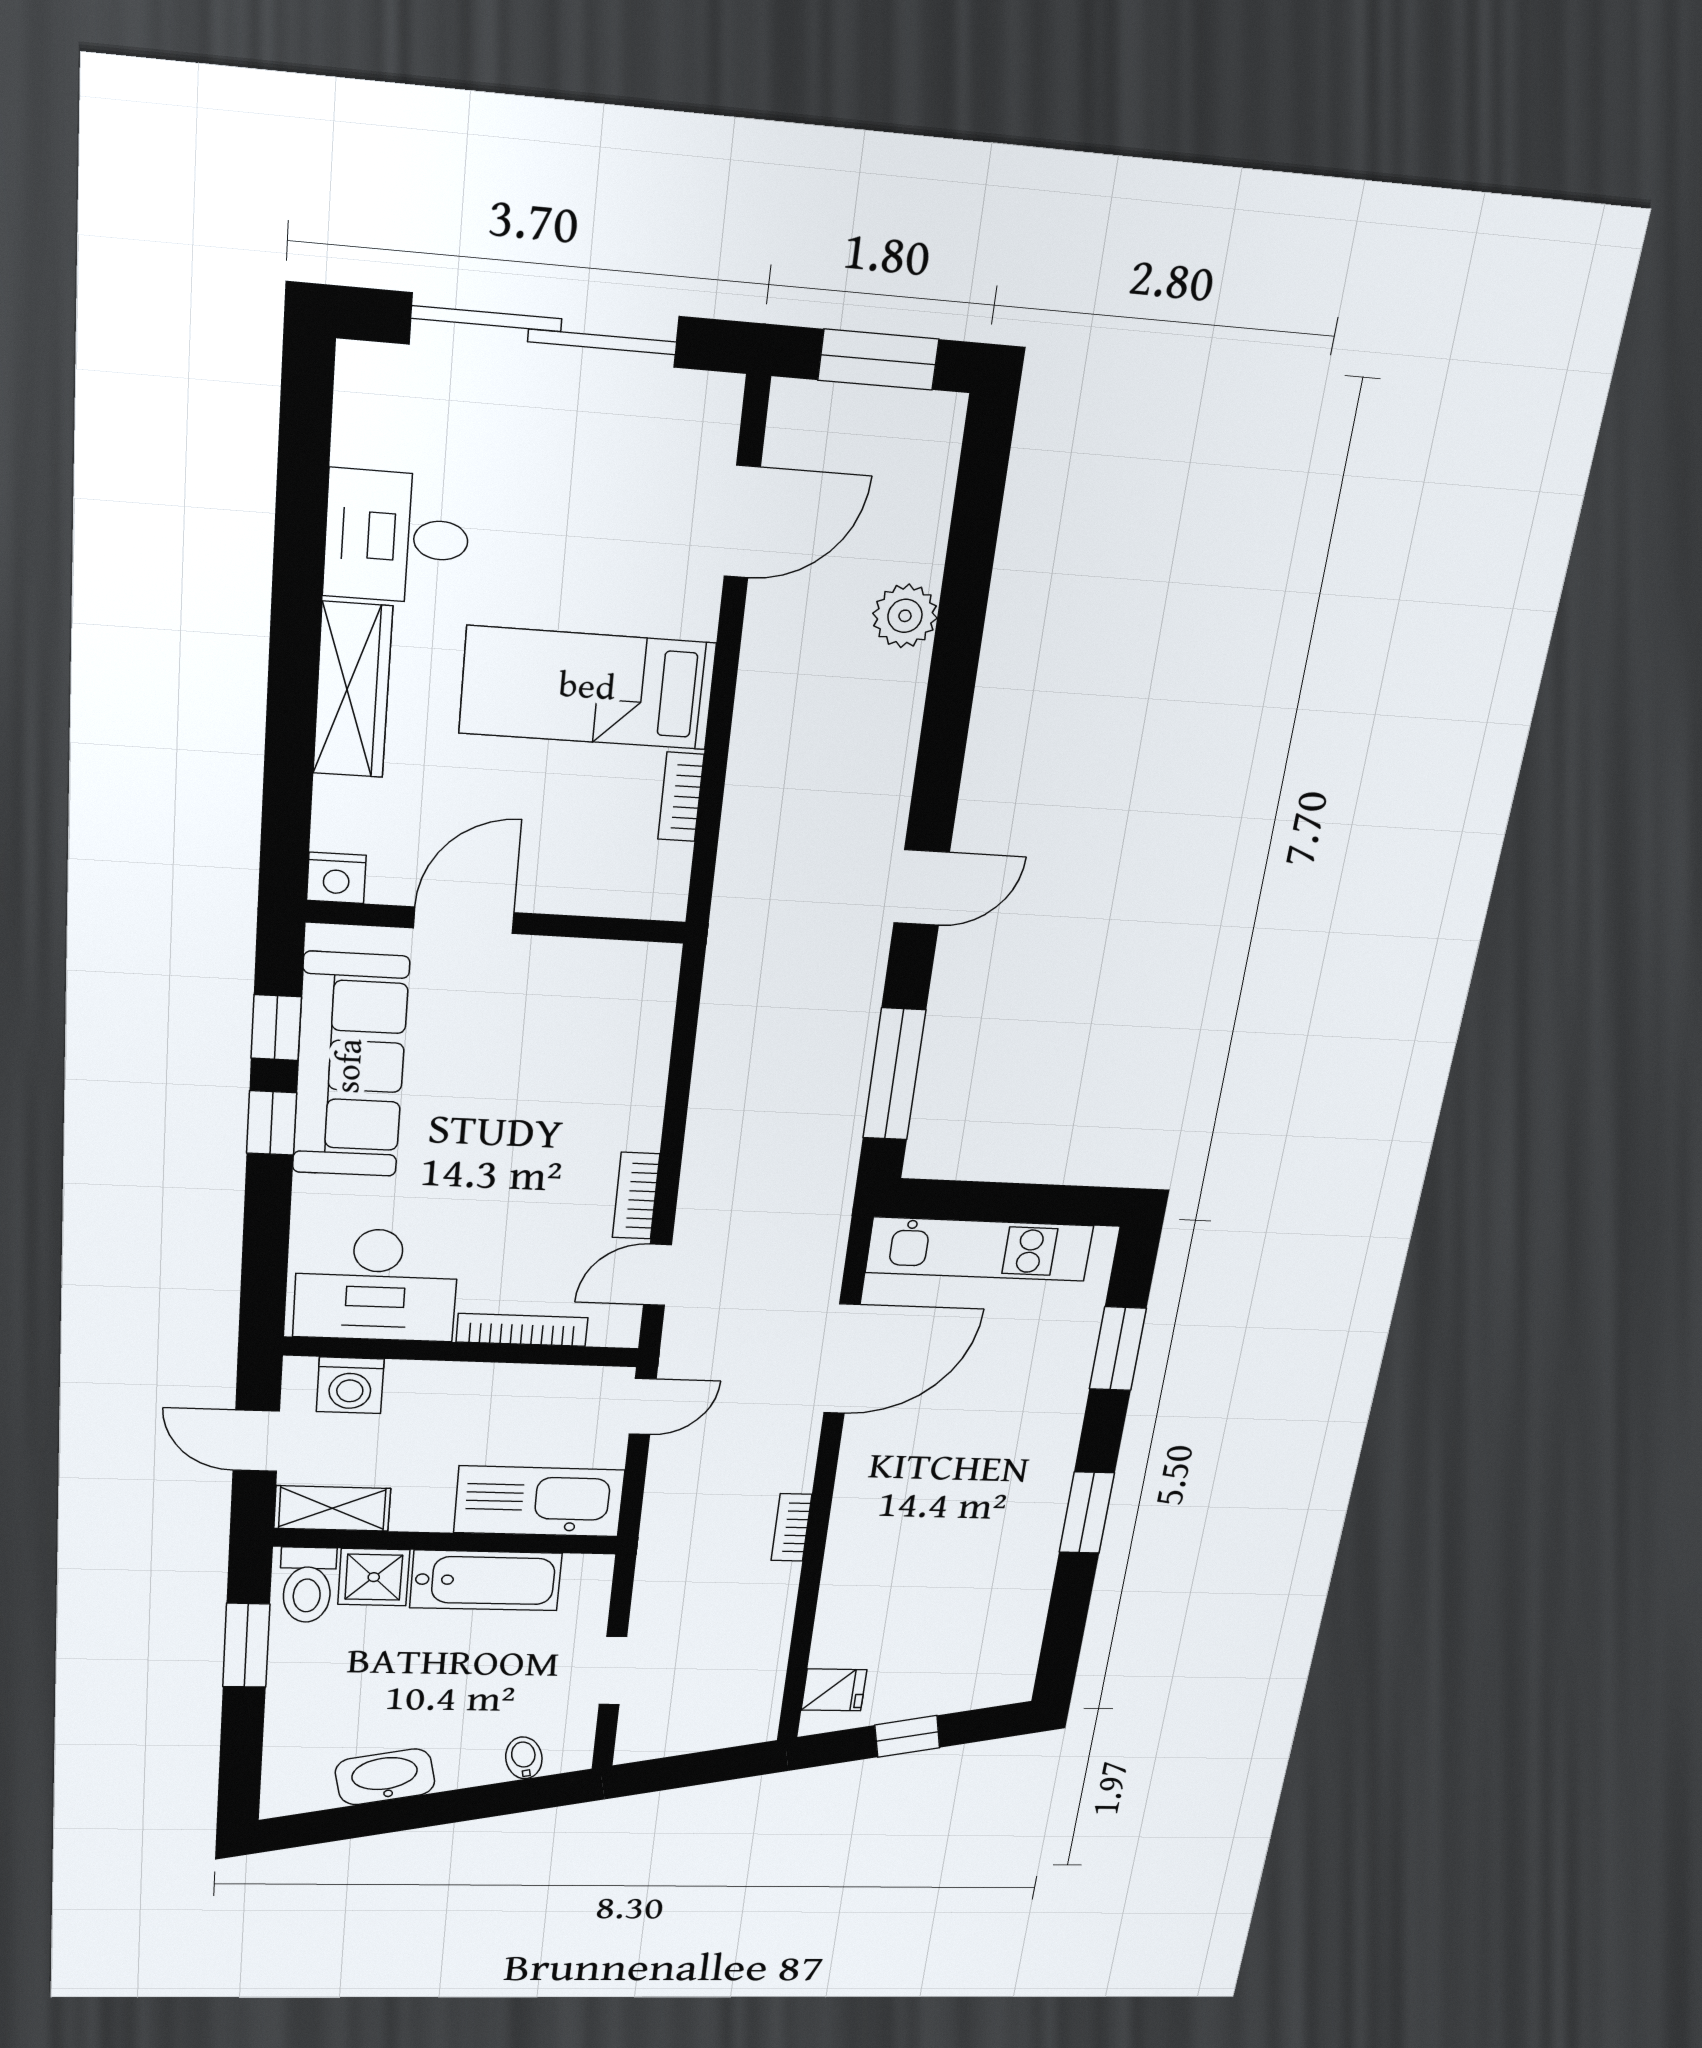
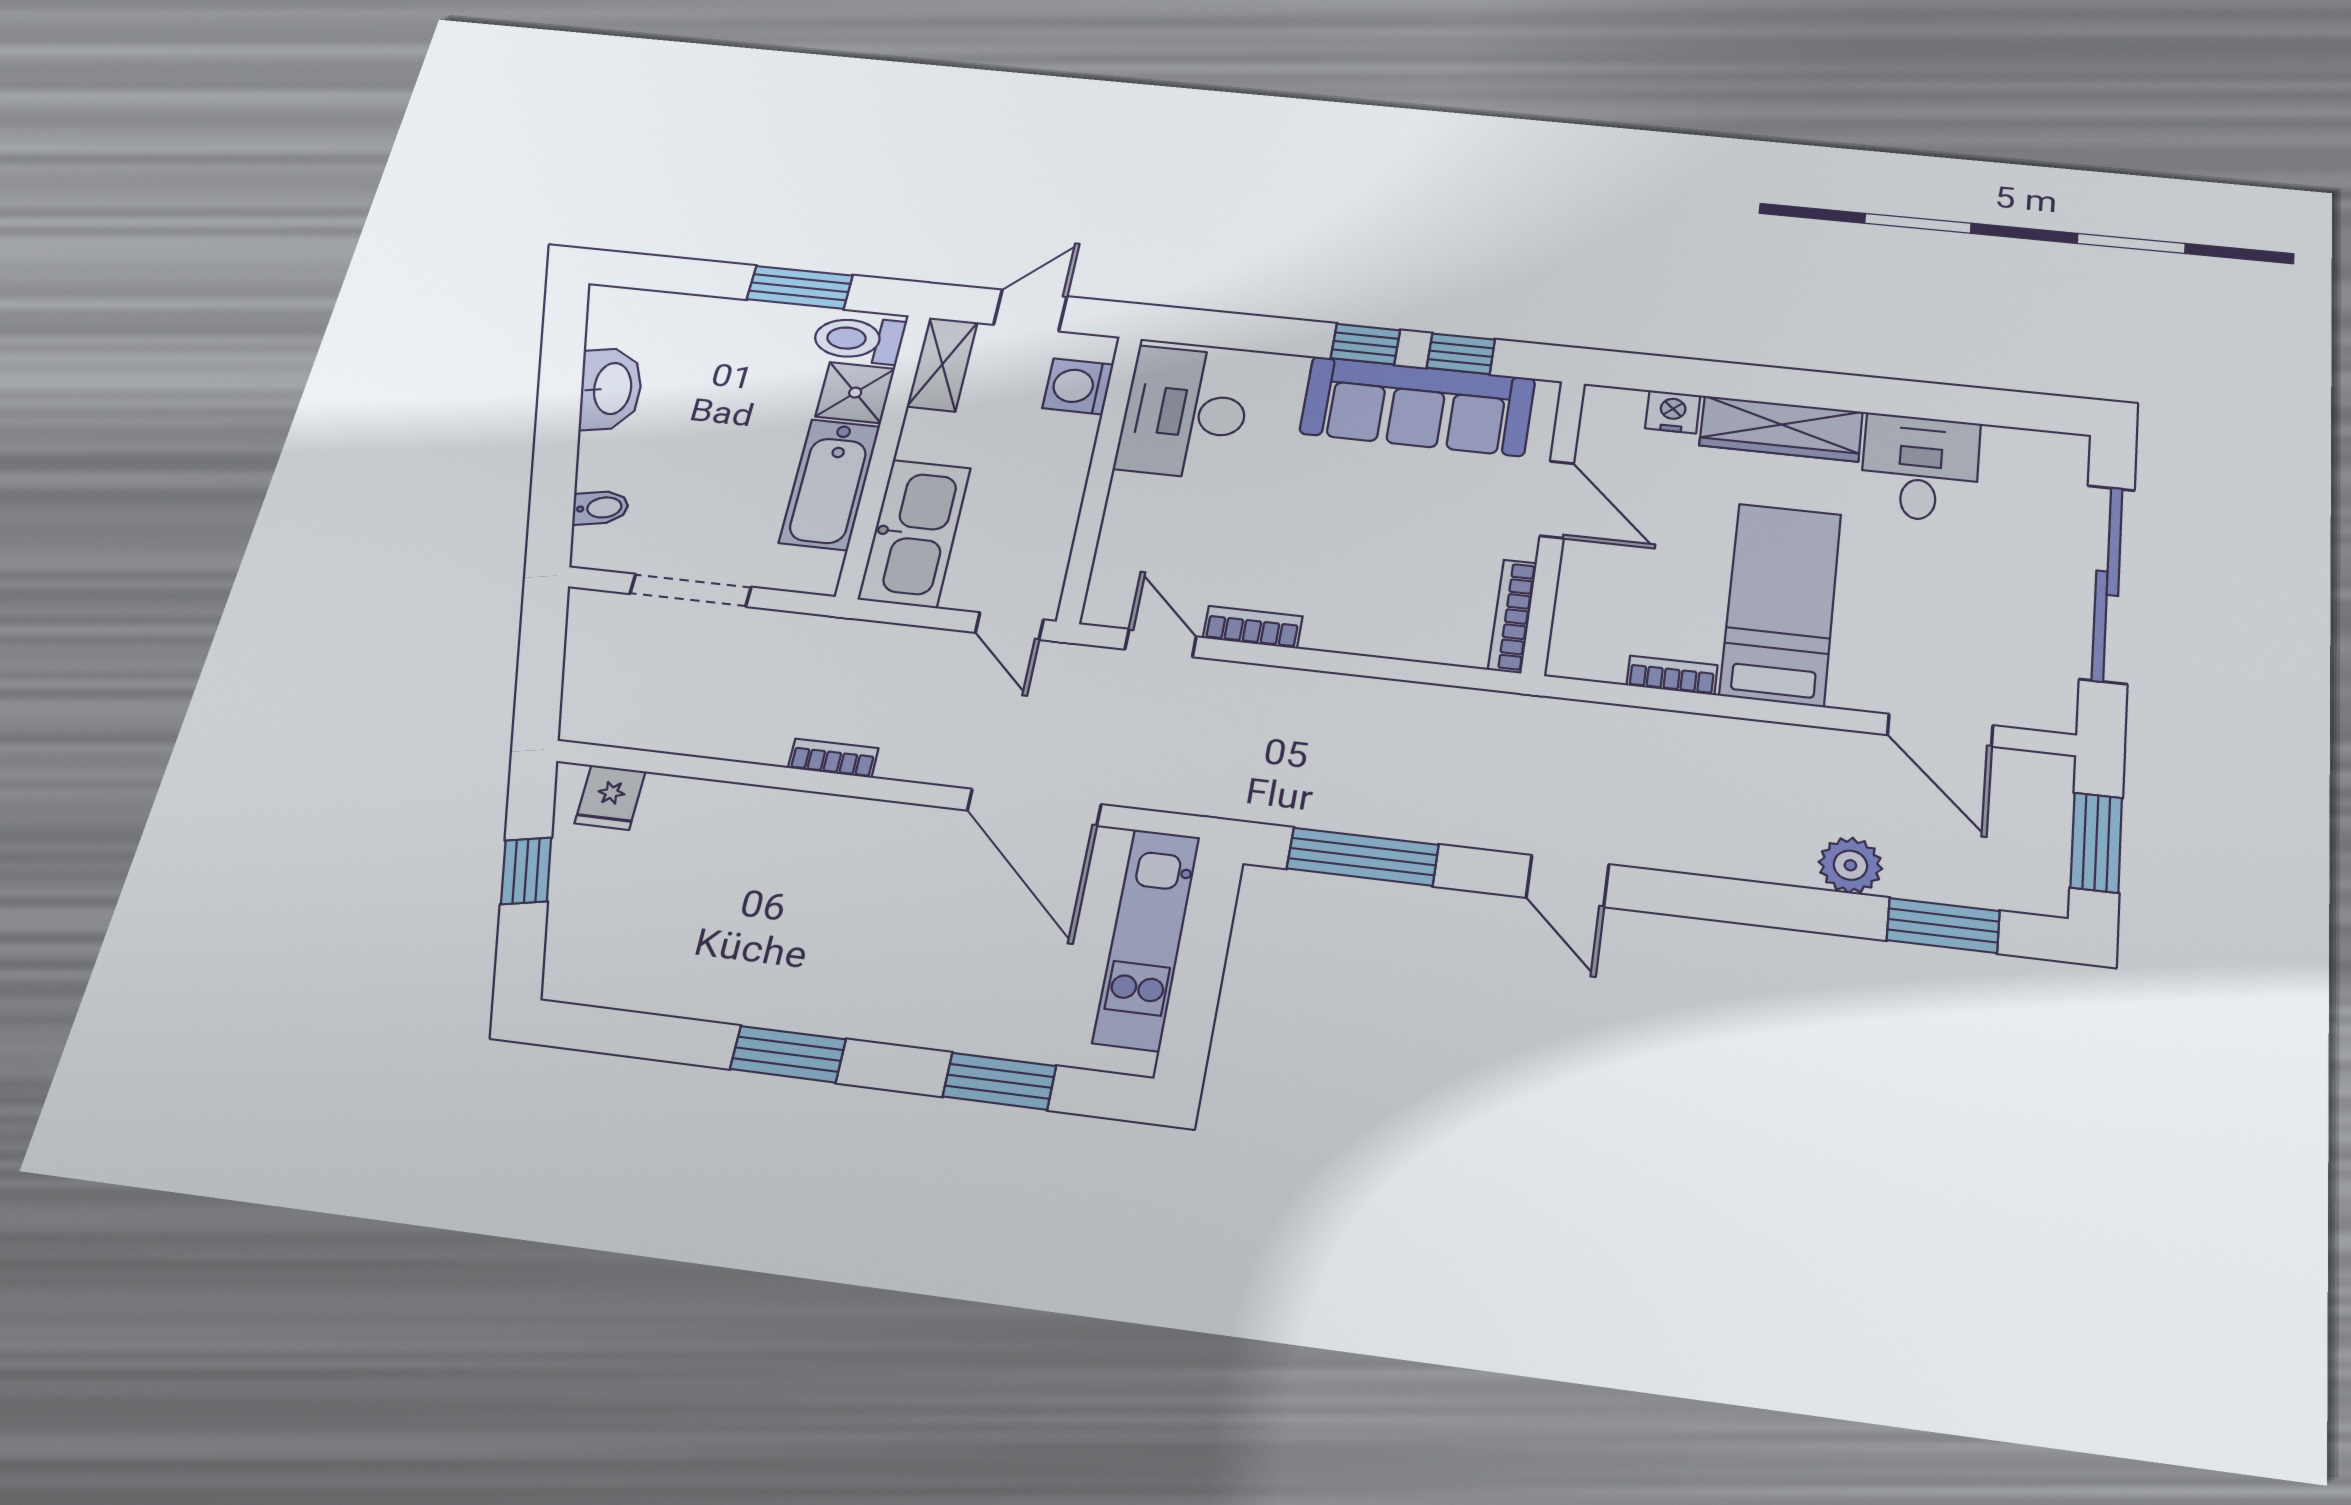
window: (975, 523) -> (1943, 925), added
nightstand: (336, 878) -> (1673, 412), moved, turned 90
bookcase: (522, 1330) -> (1512, 616), moved, turned 180
doorway: (613, 1671) -> (690, 590), width x1.38

